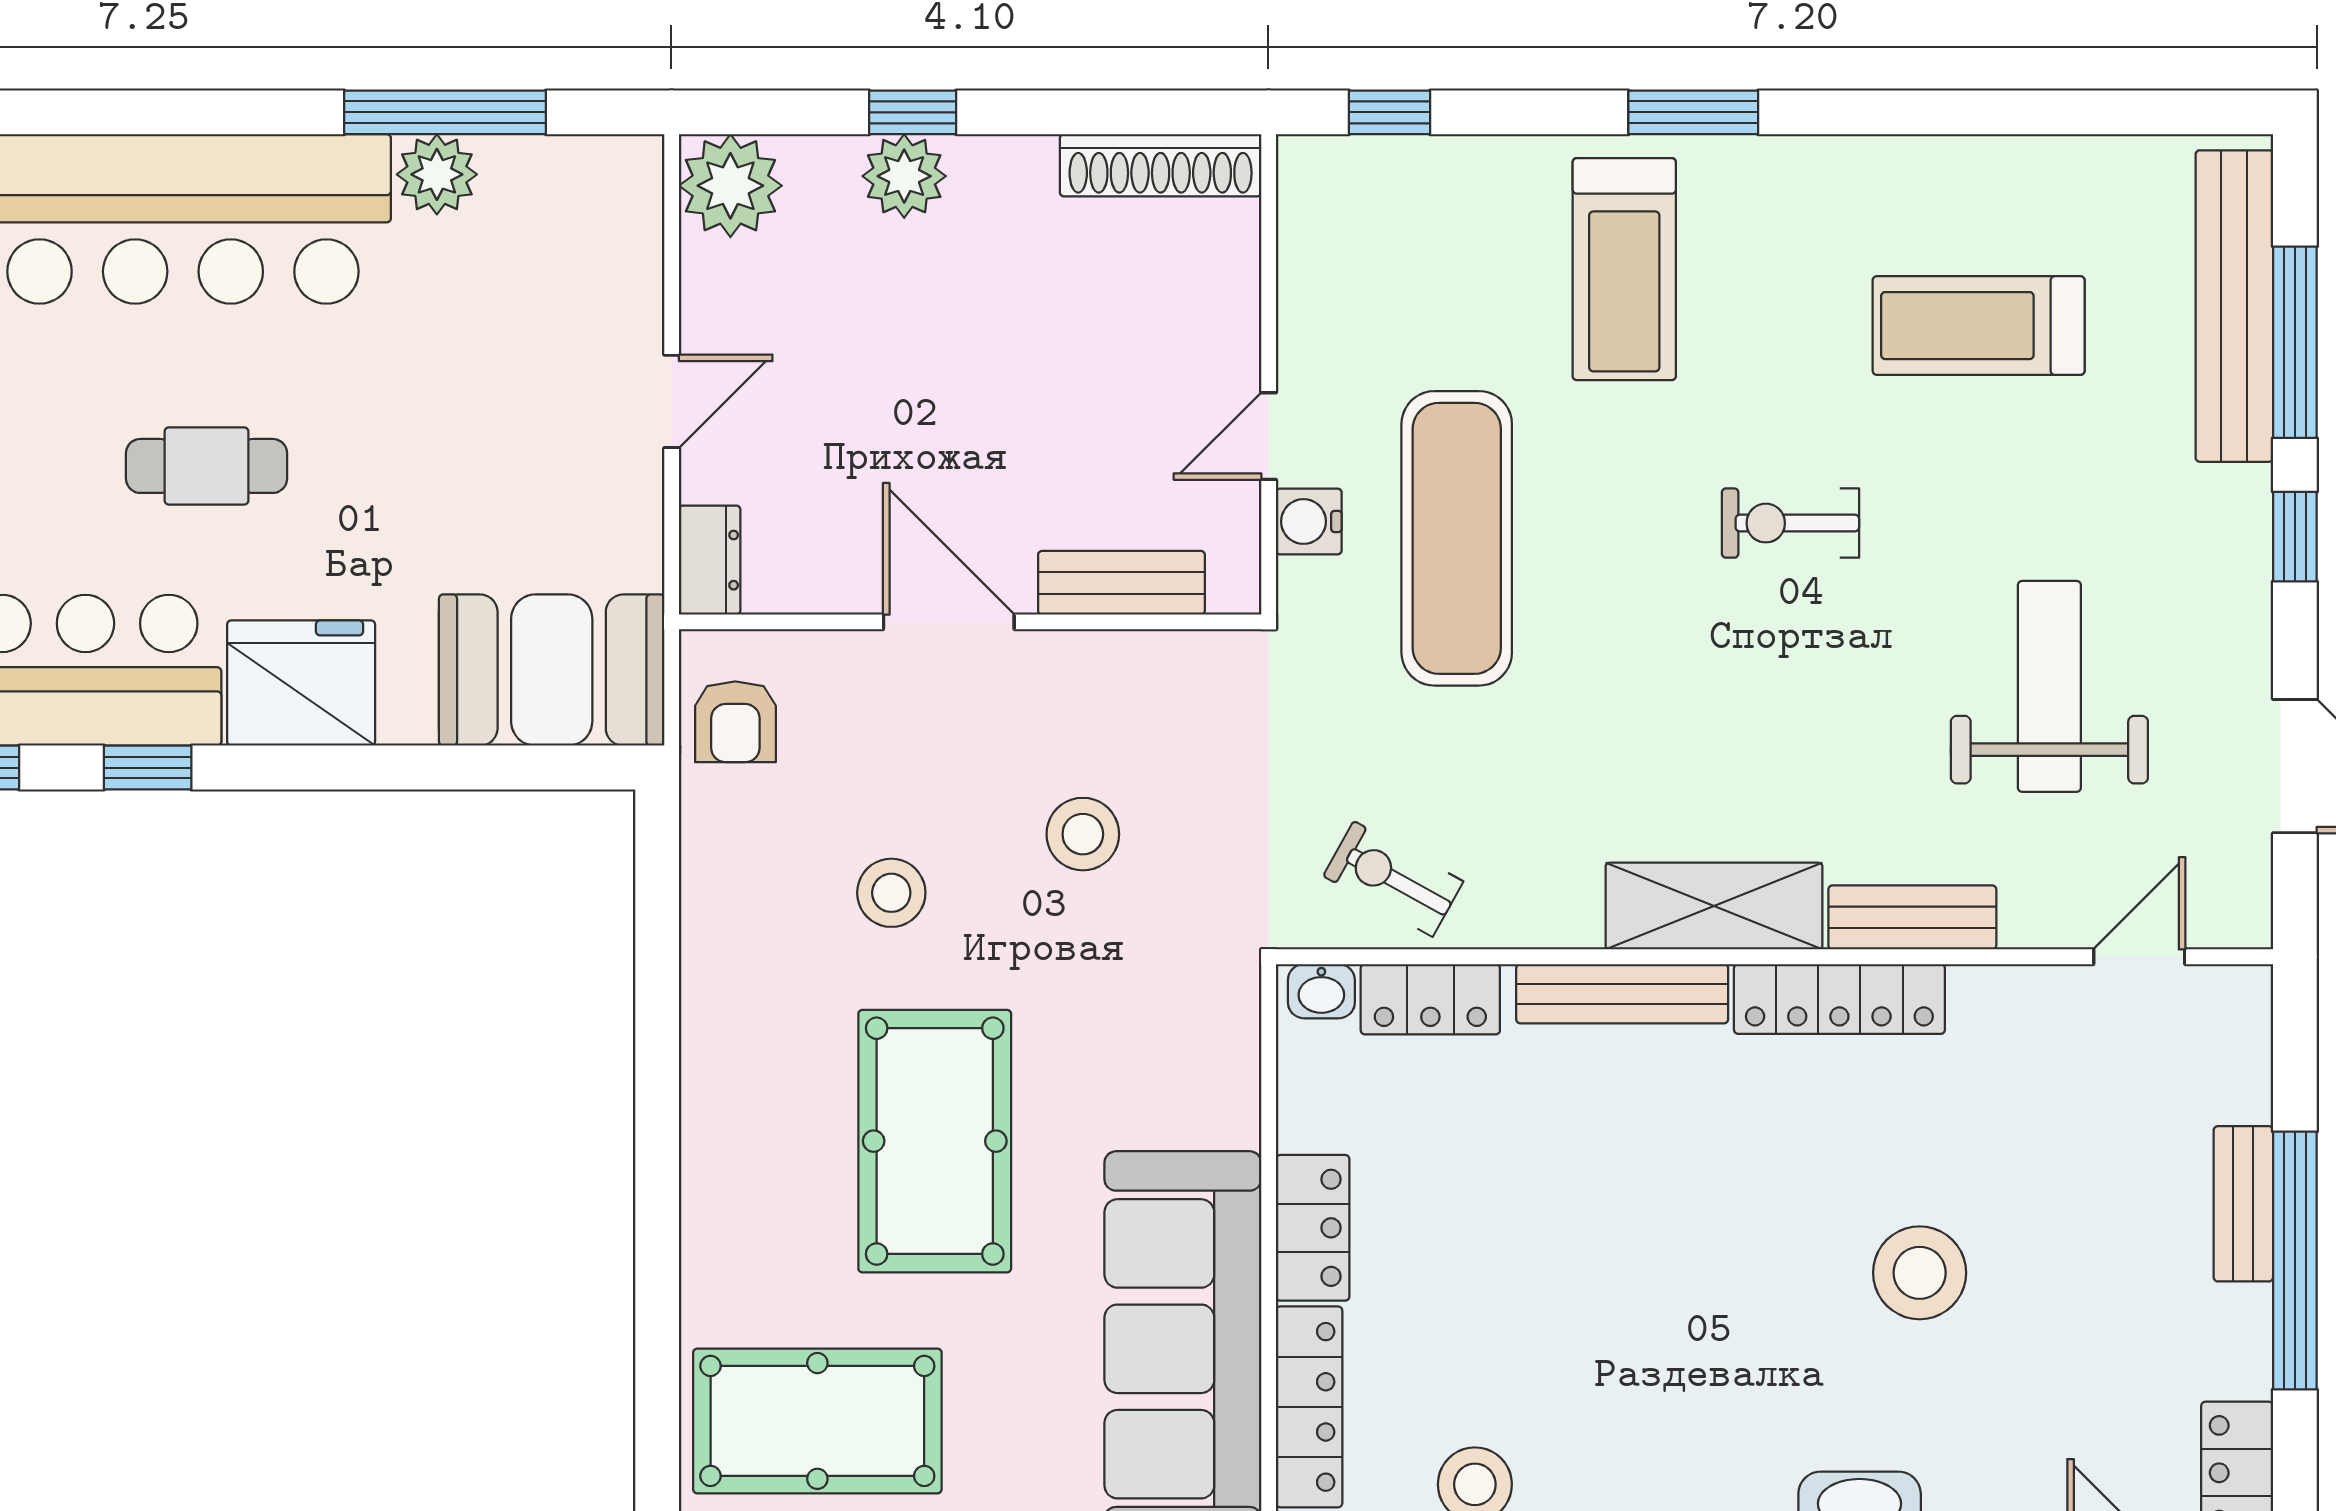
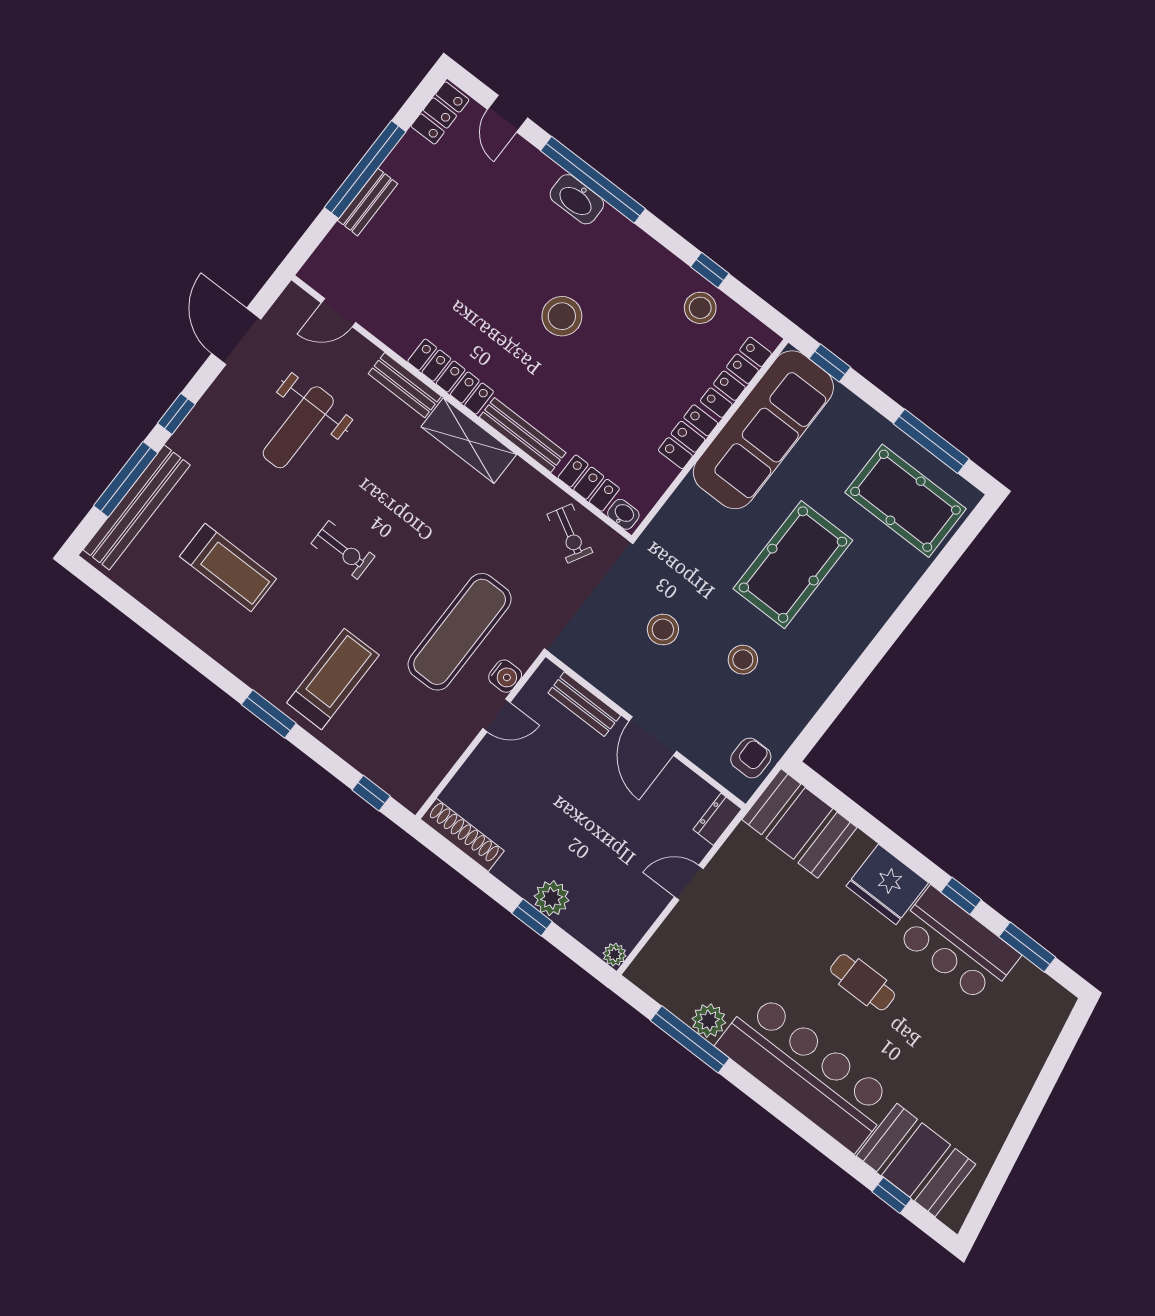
plant: (730, 186) -> (615, 955), width x0.53, depth x0.53
stool: (1920, 1273) -> (562, 316), moved

